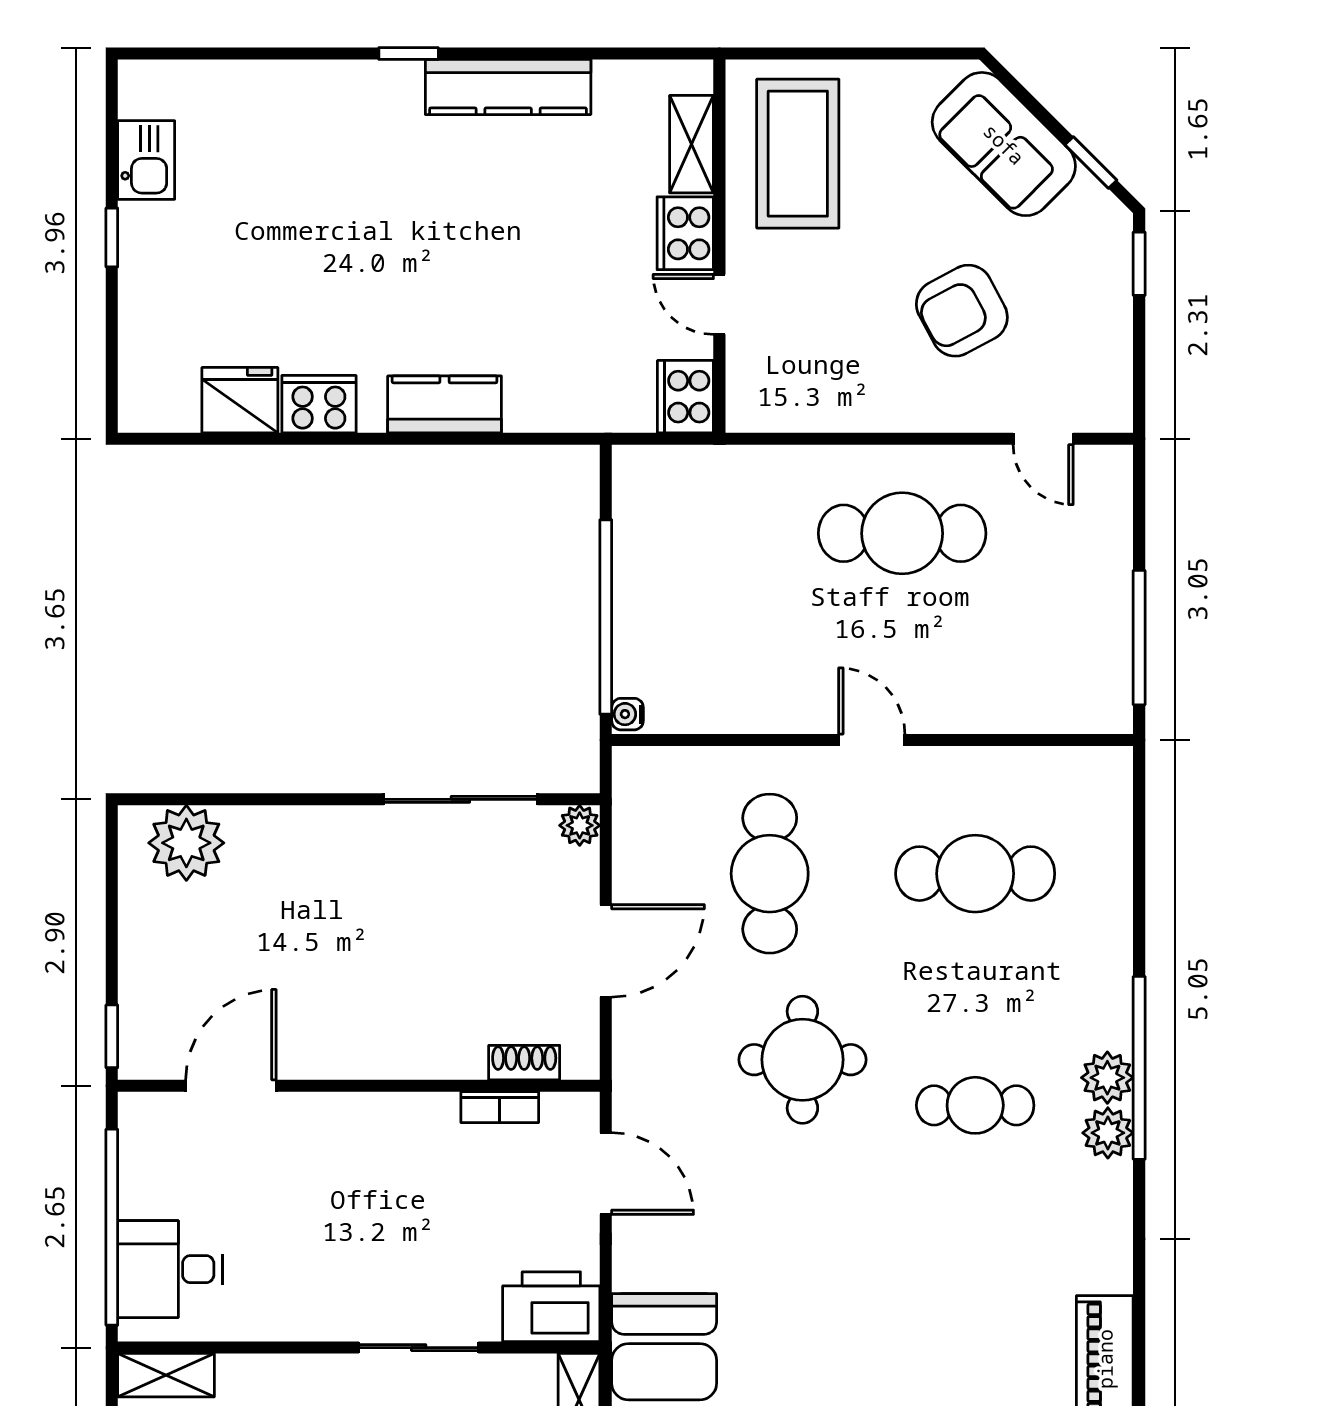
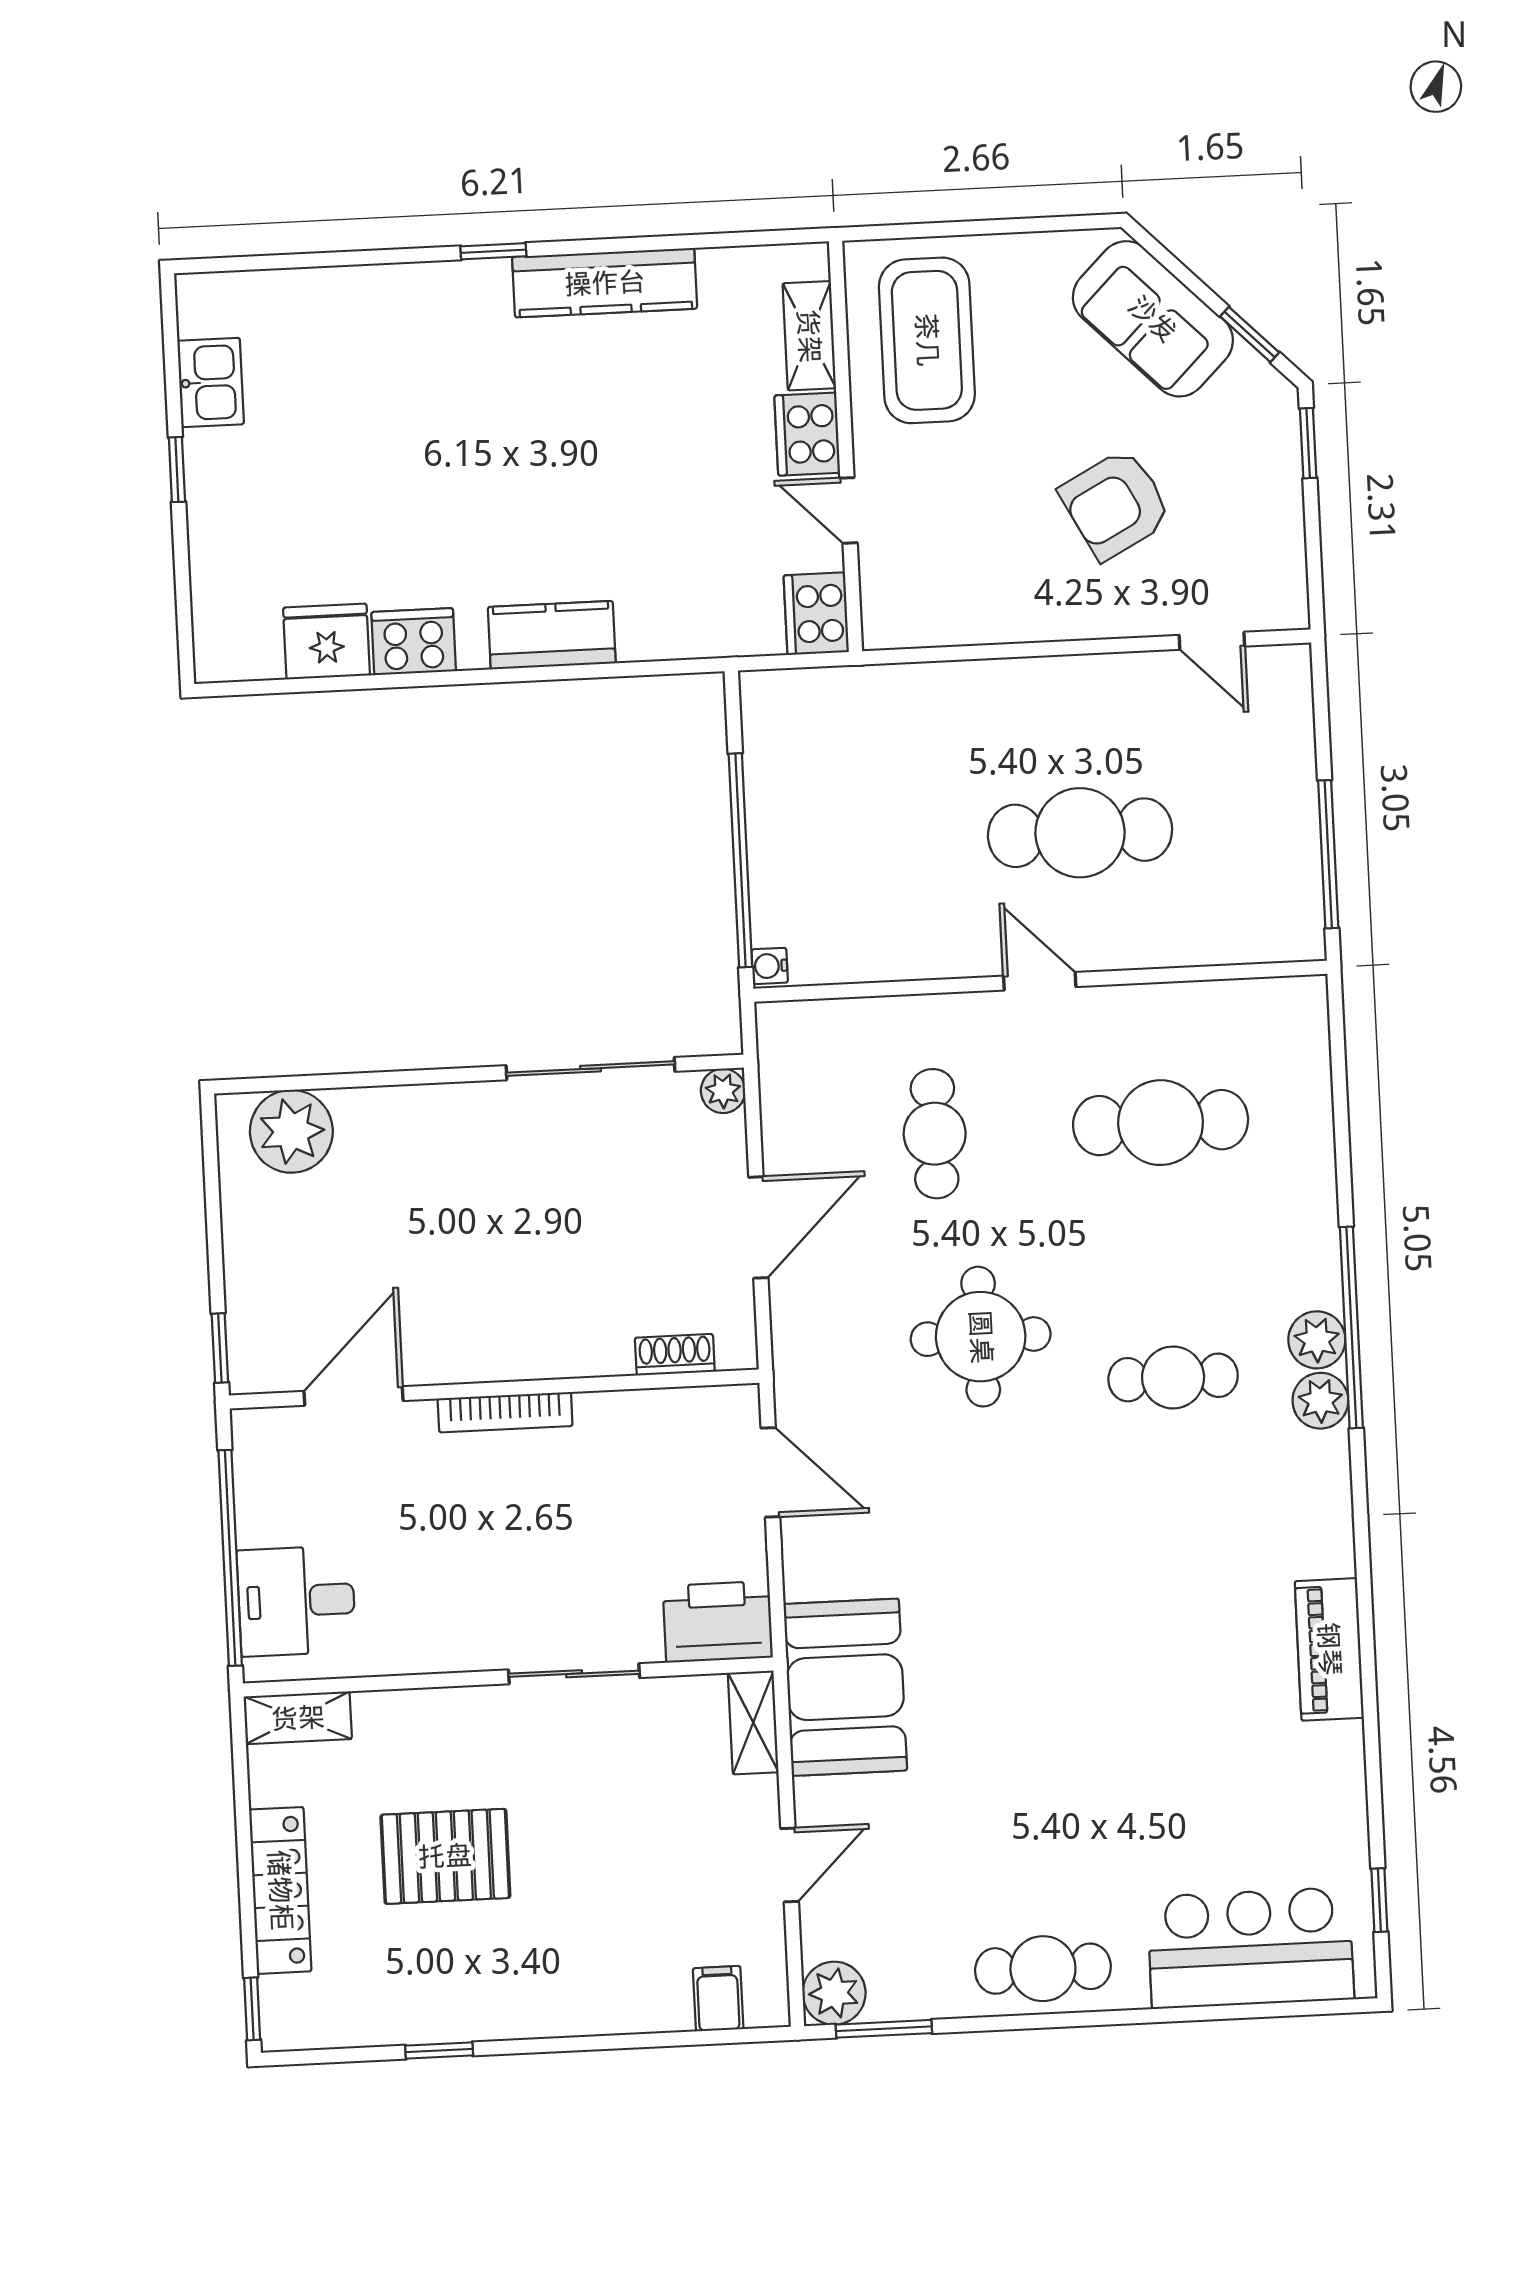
cafe table: (902, 533) -> (1080, 833), moved
cafe table: (770, 874) -> (935, 1134), width x0.73, depth x0.74
bookcase: (500, 1107) -> (505, 1412), moved, width x1.56

